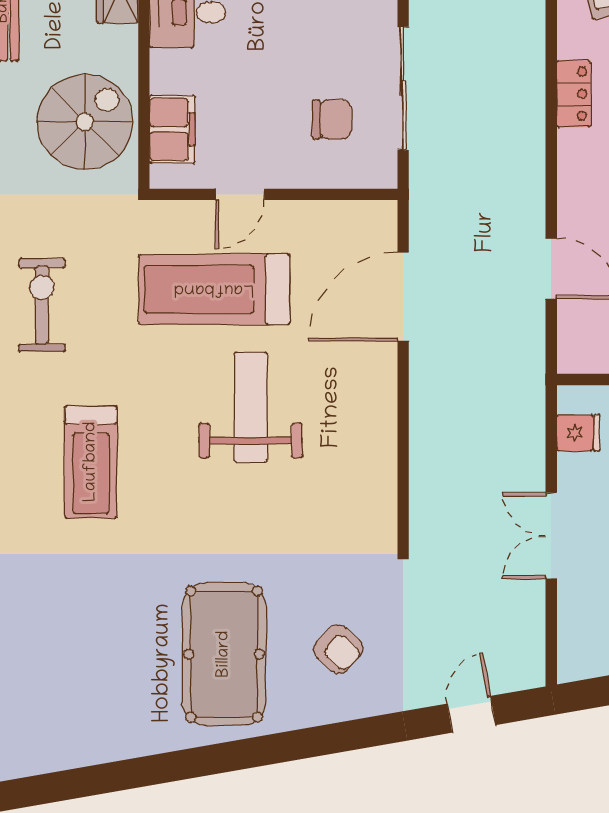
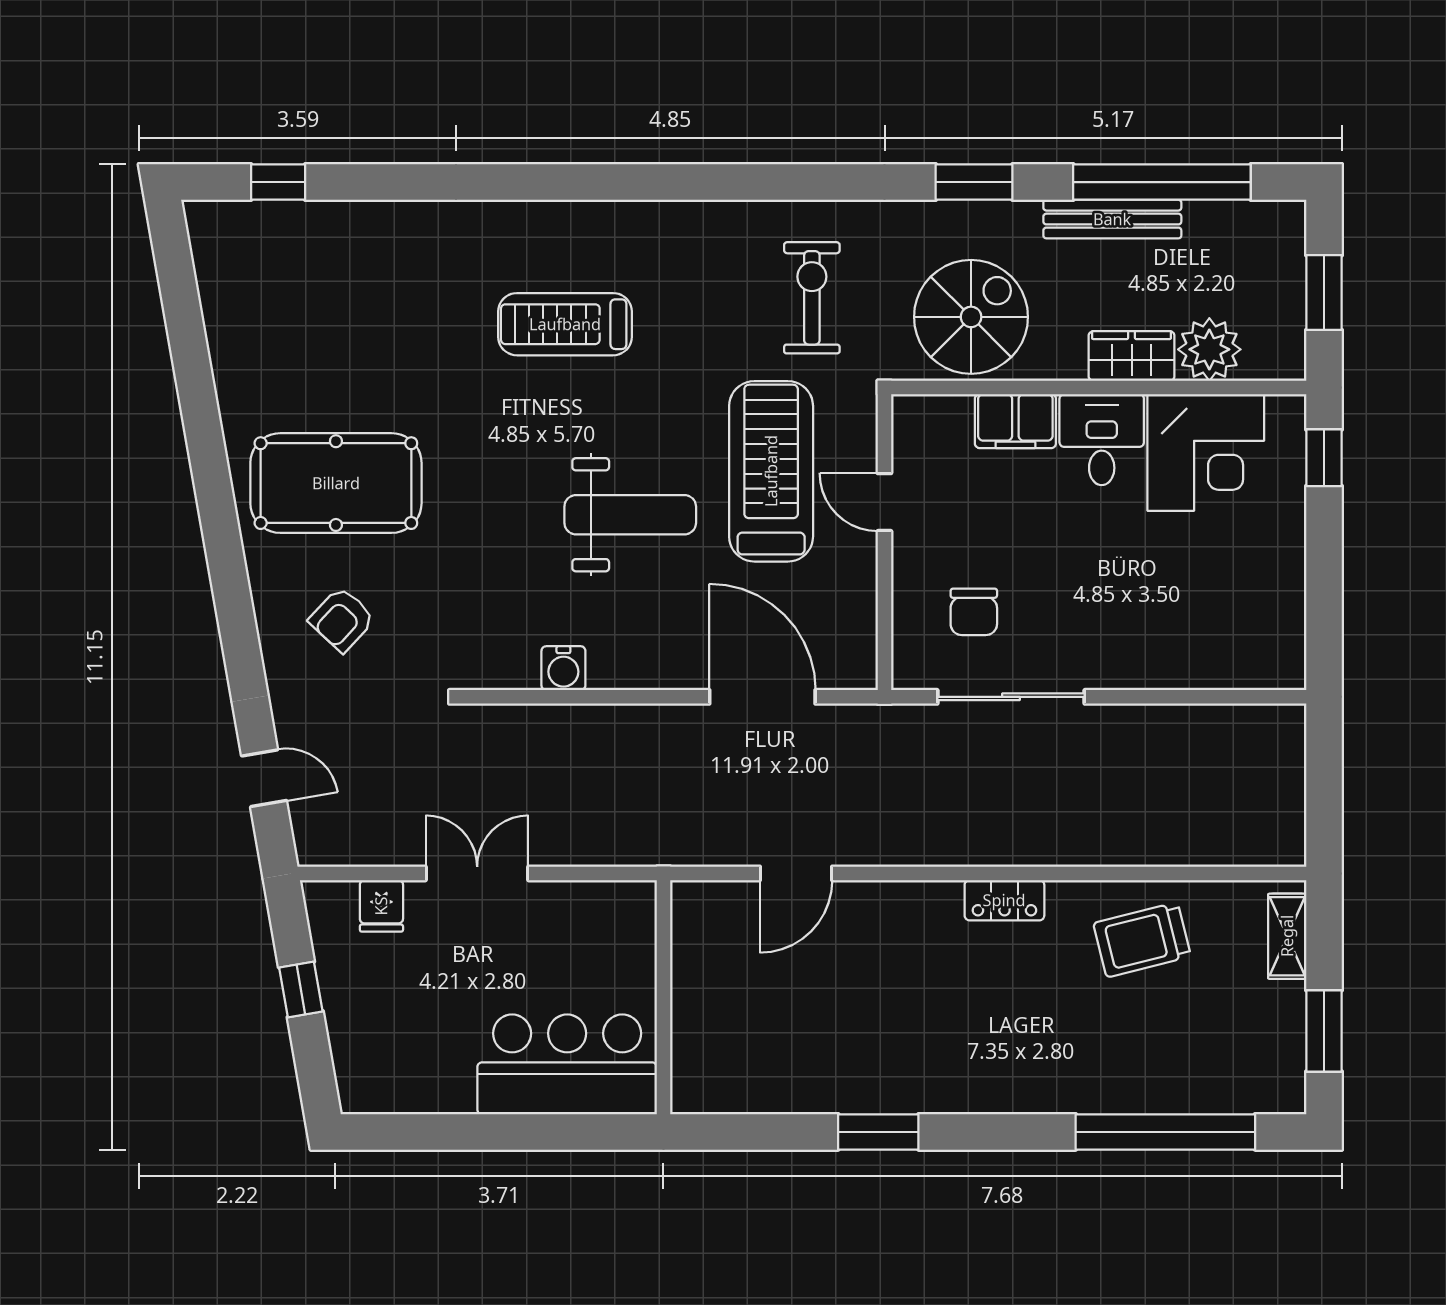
spiral stairs: (85, 122) -> (971, 317), turned -90
filing cabinet: (172, 129) -> (1015, 421), moved
exercise bike: (42, 305) -> (812, 298), moved, turned -90
fridge: (578, 433) -> (381, 906), moved
water cooler: (379, 463) -> (563, 668), added

